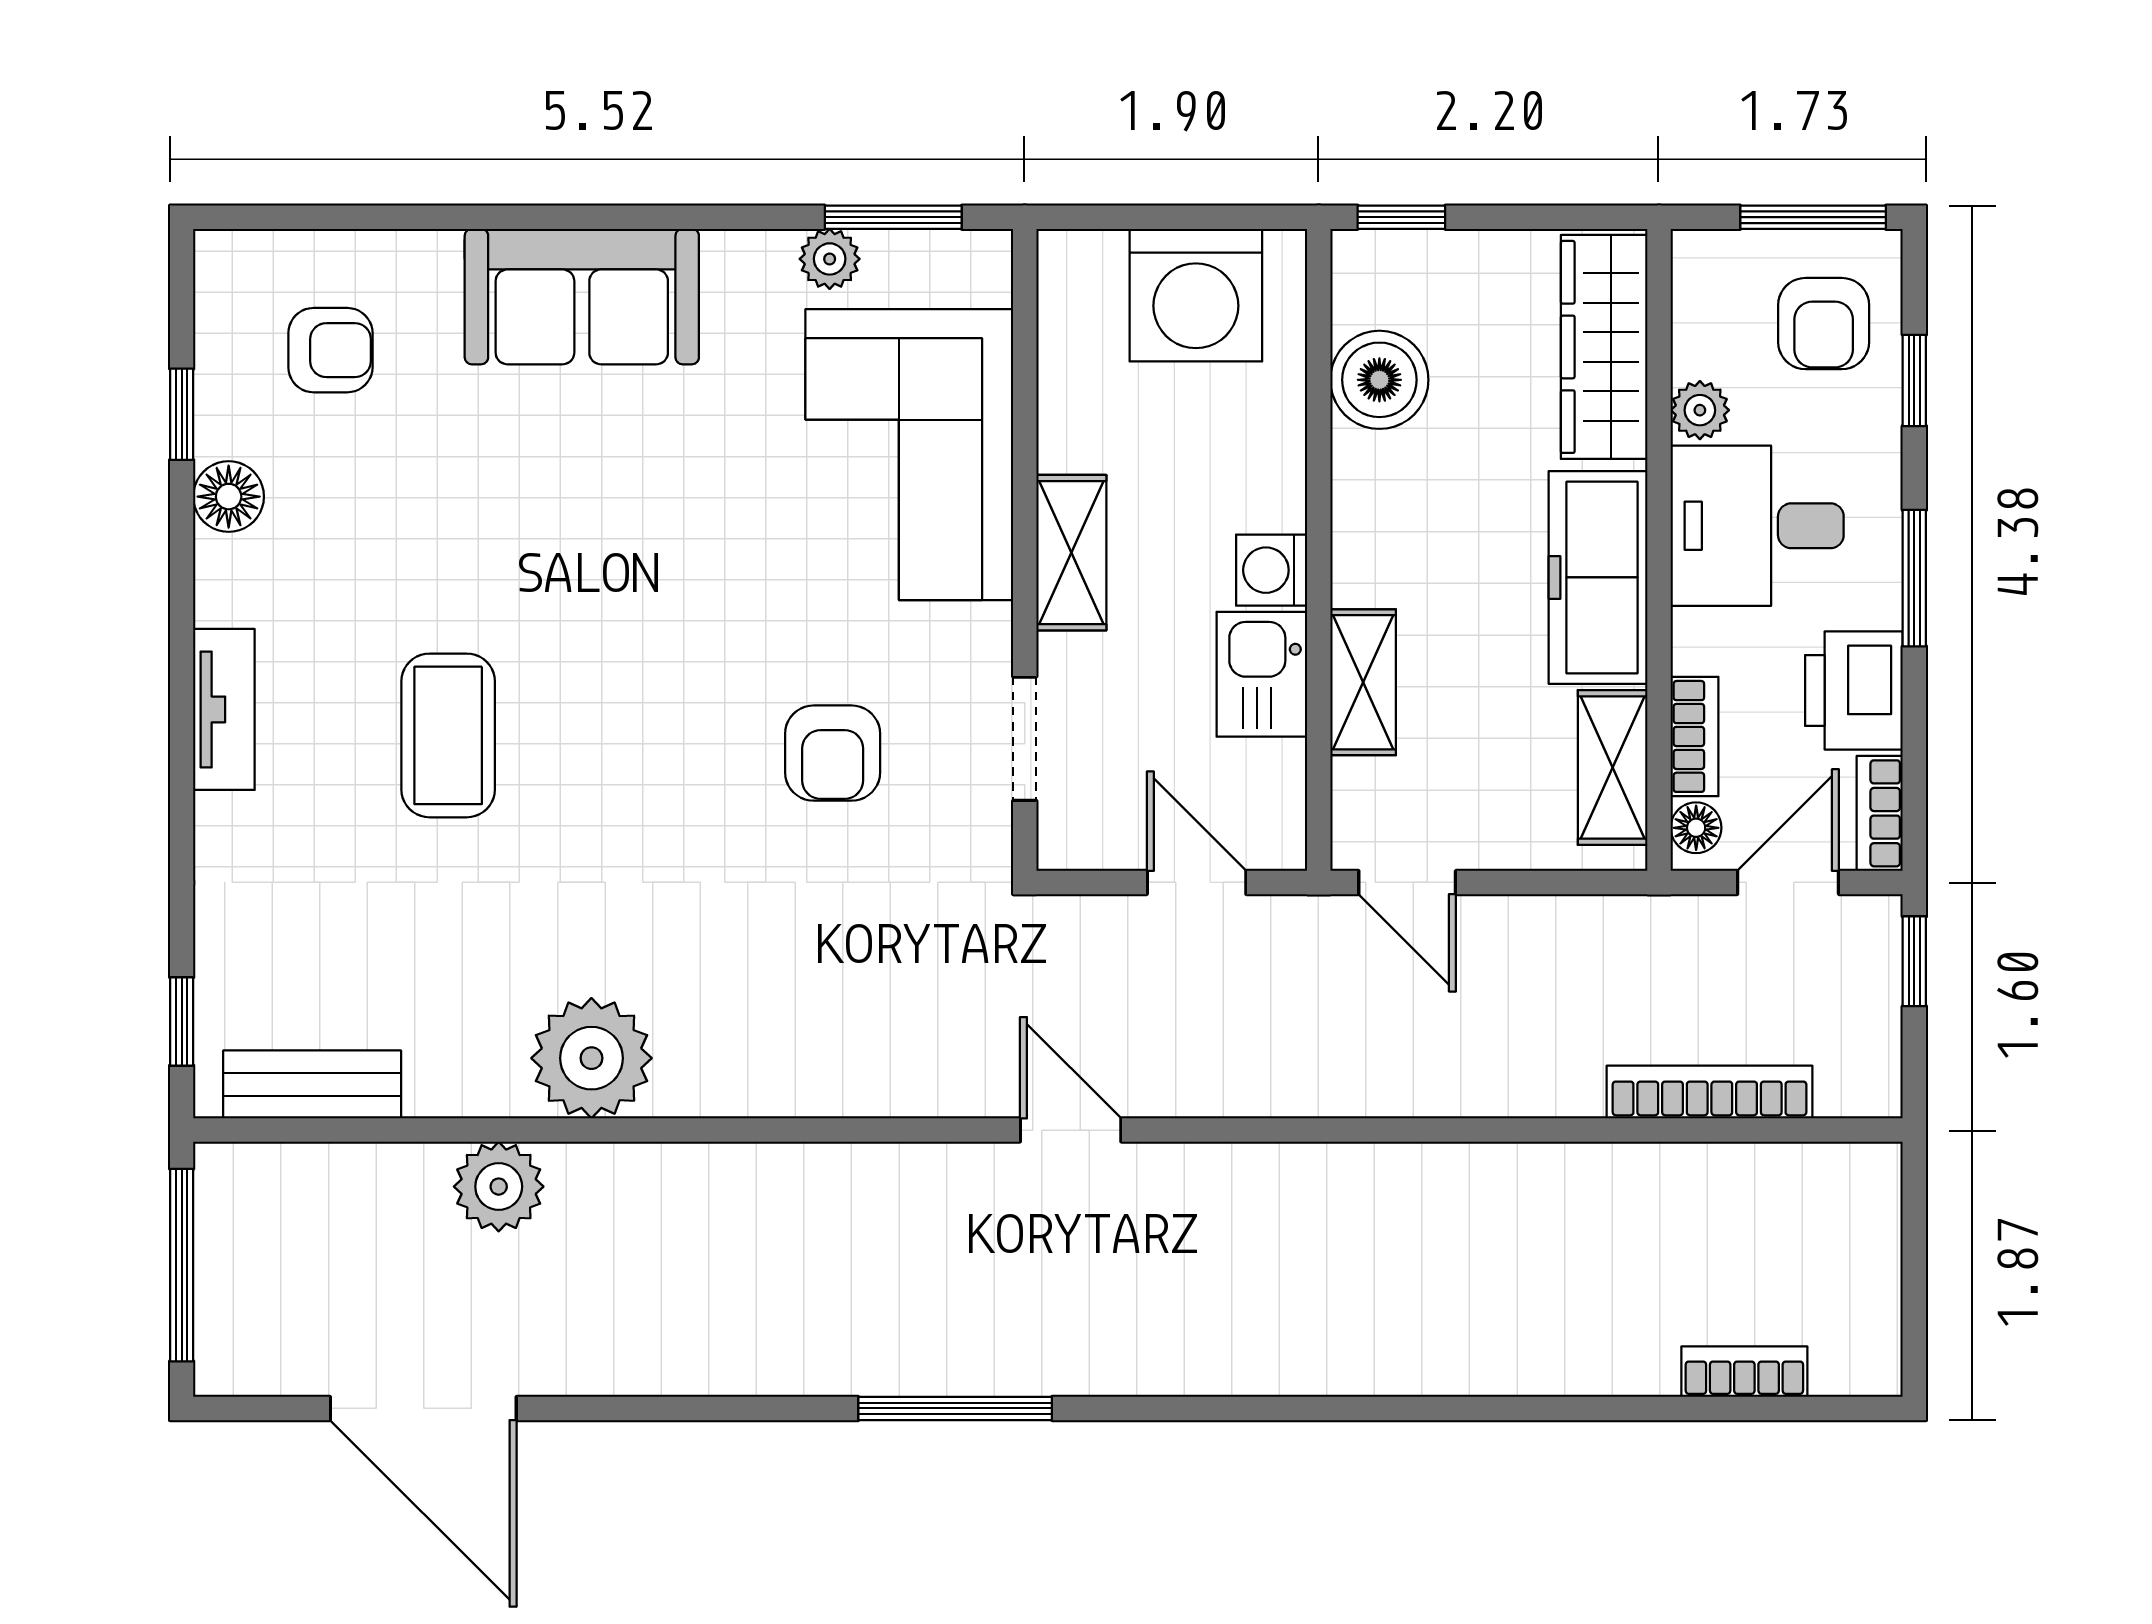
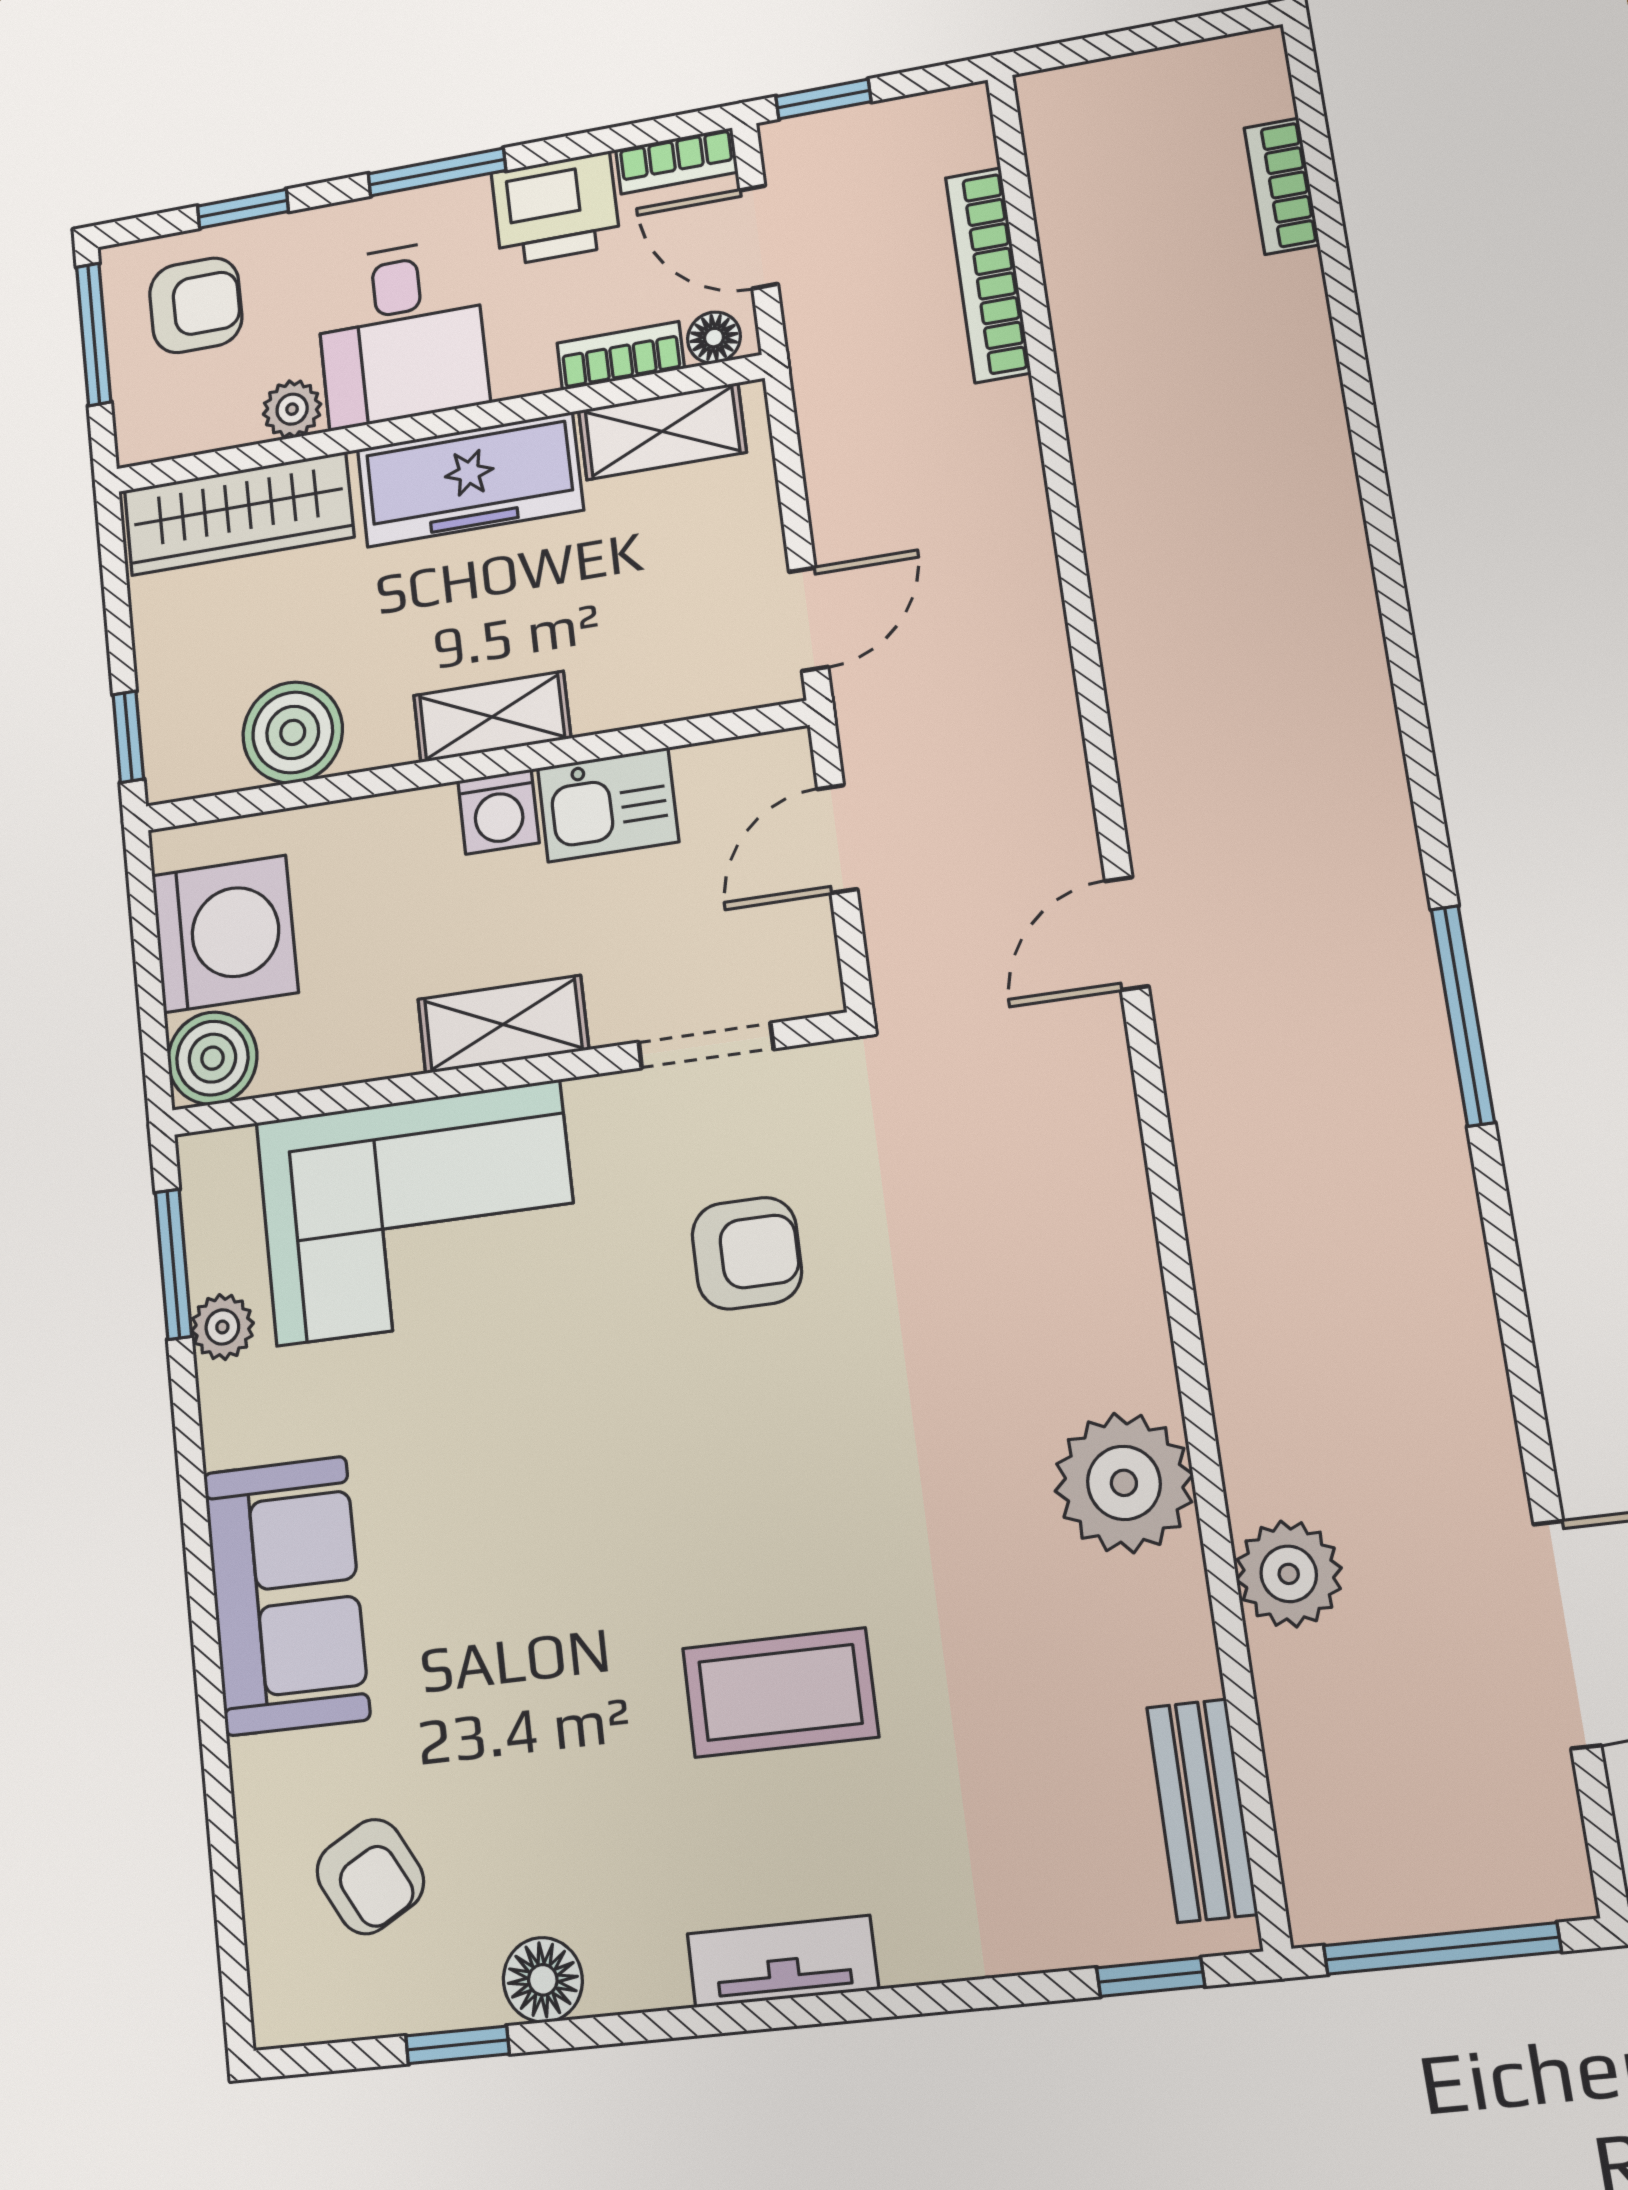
boiler: (1080, 272) -> (212, 1058), added
armchair: (330, 350) -> (370, 1876), turned 151
shelving: (1363, 682) -> (492, 717), moved

